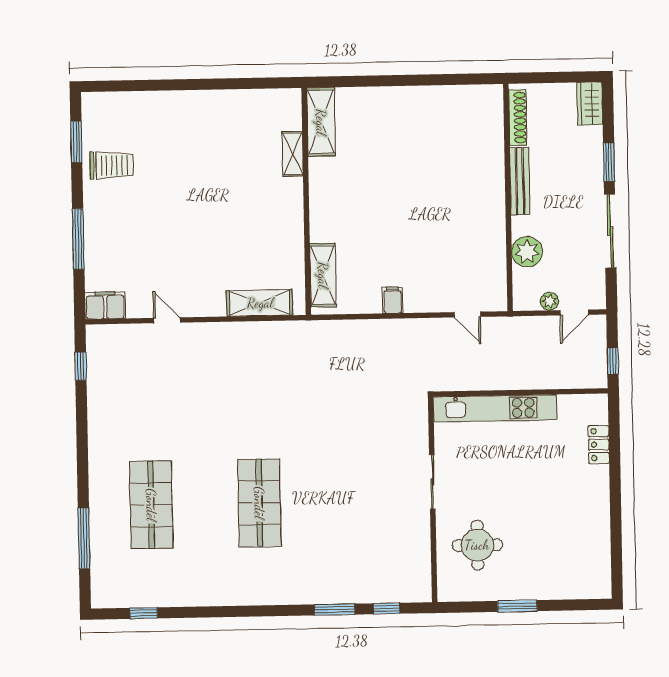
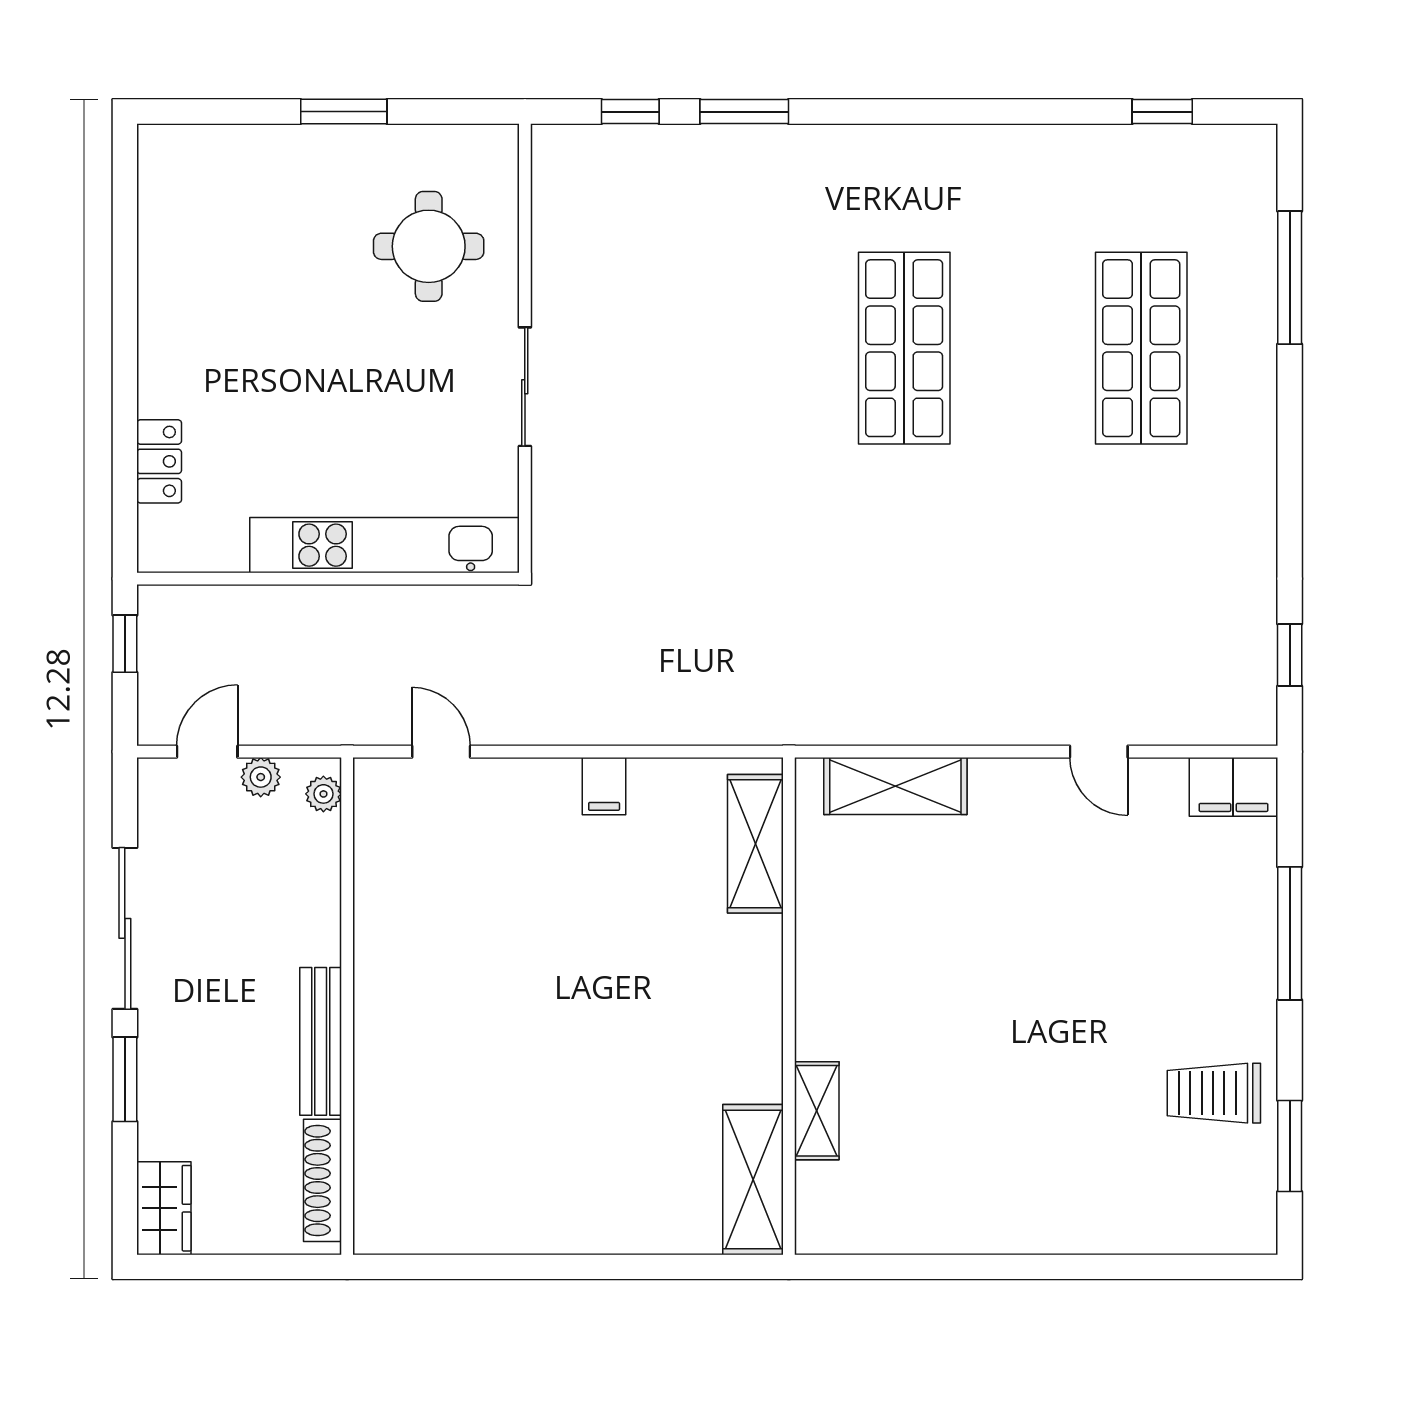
plant: (527, 252) -> (323, 794), moved, width x0.53, depth x0.53

